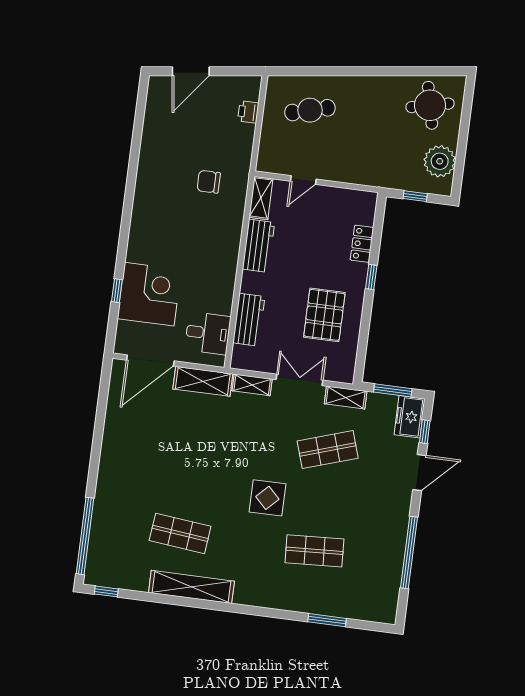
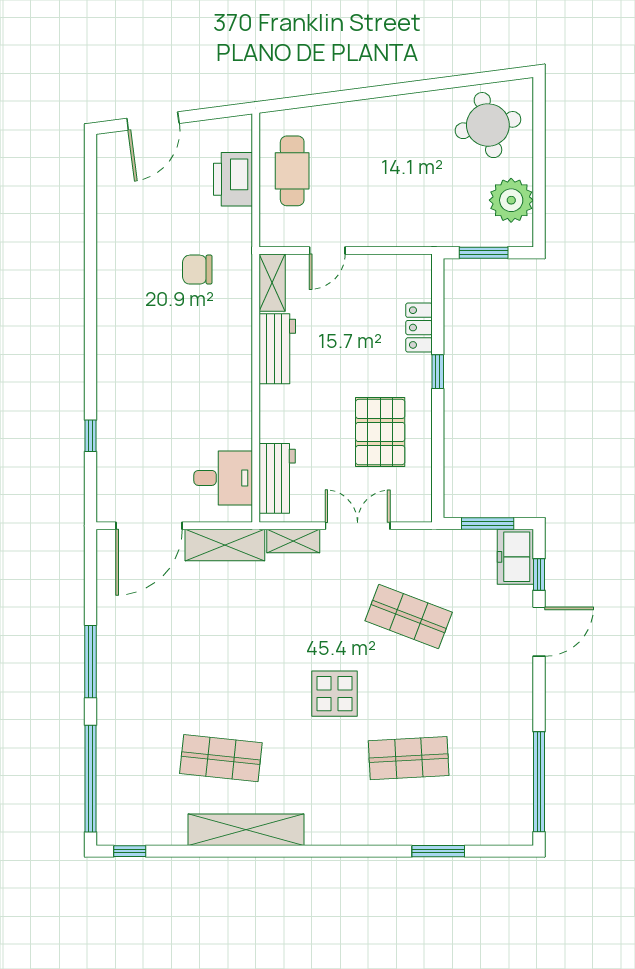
cafe table: (310, 110) -> (292, 171), moved, turned -75
printer: (248, 112) -> (233, 179), width x1.87, depth x1.48
window: (415, 196) -> (484, 253), width x1.50
corner desk: (149, 294) -> (136, 435), removed
workbench: (249, 320) -> (277, 478), moved
shelving: (346, 398) -> (424, 542), removed
shop shelf: (328, 450) -> (409, 617), turned 39
window: (96, 452) -> (91, 662), added
window: (409, 553) -> (539, 782), moved

